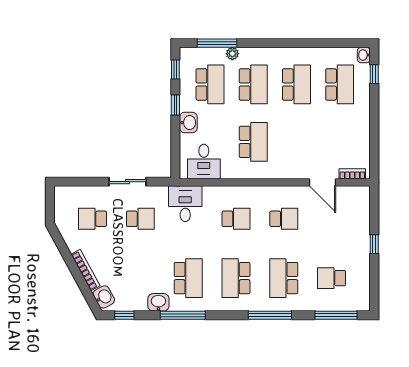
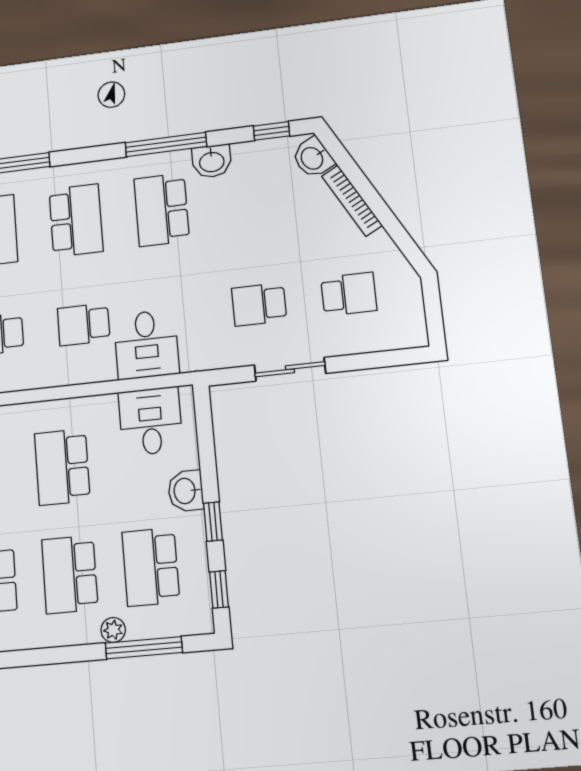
desk: (185, 204) -> (146, 344), moved

